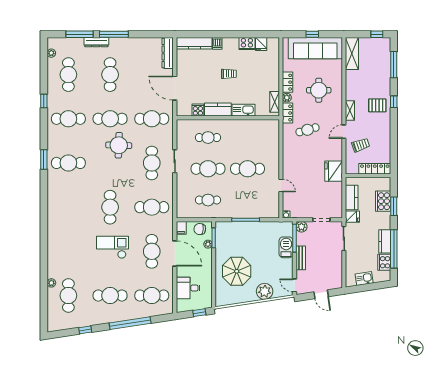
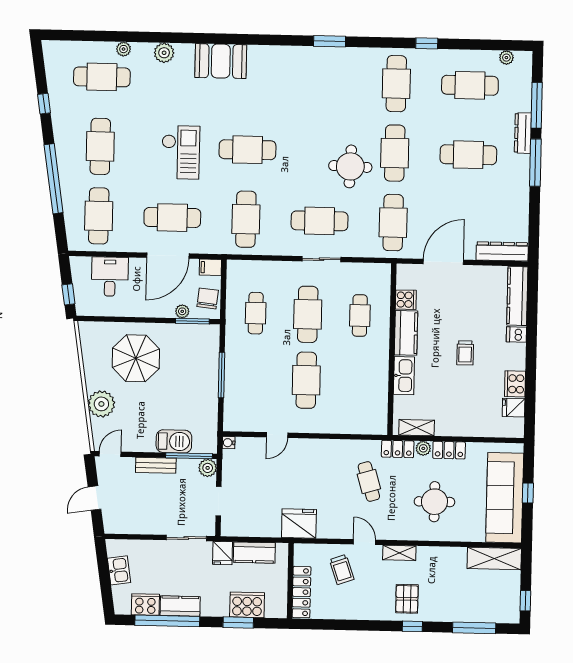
cafe table: (68, 163) -> (323, 82), removed
booth: (57, 224) -> (221, 61), added
plant: (53, 259) -> (164, 53), added

